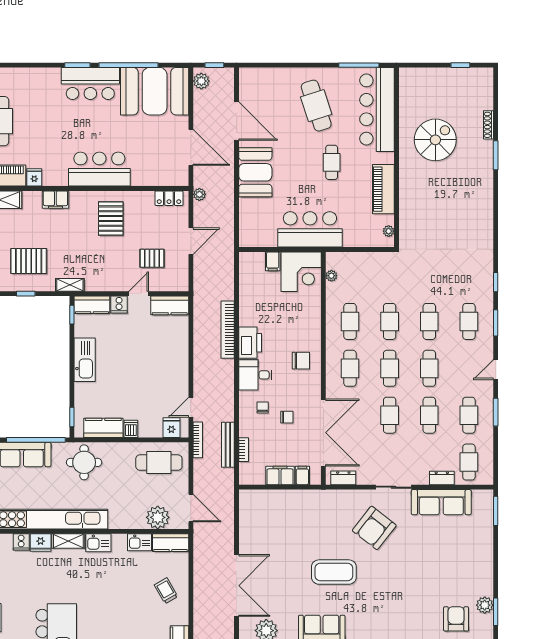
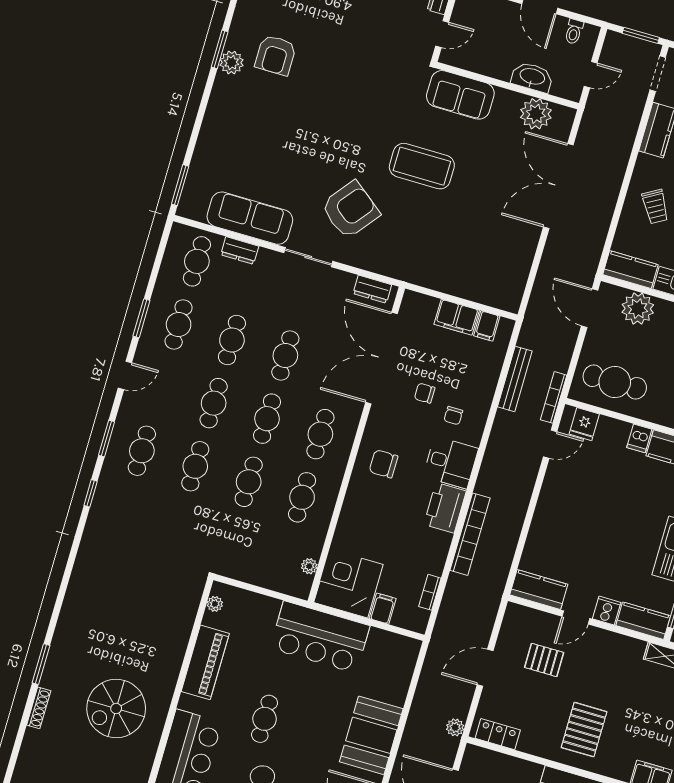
bookcase: (244, 450) -> (430, 592), moved
filing cabinet: (302, 476) -> (487, 326), moved

